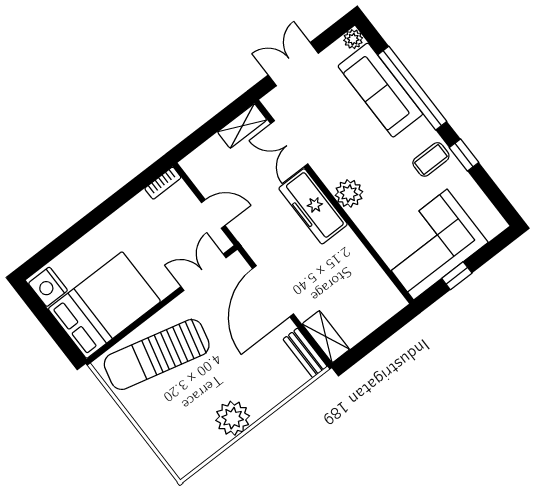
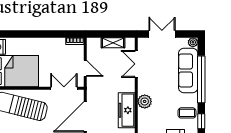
shelving: (242, 126) -> (113, 43), moved
freezer: (313, 206) -> (127, 110), moved

